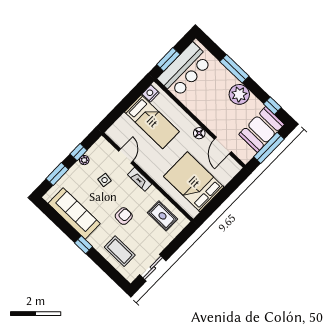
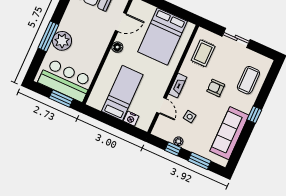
nightstand: (151, 93) -> (131, 119), moved
plant: (239, 94) -> (62, 41), moved
door: (126, 156) -> (161, 105), swing flipped
sliding door: (153, 268) -> (236, 38), moved

